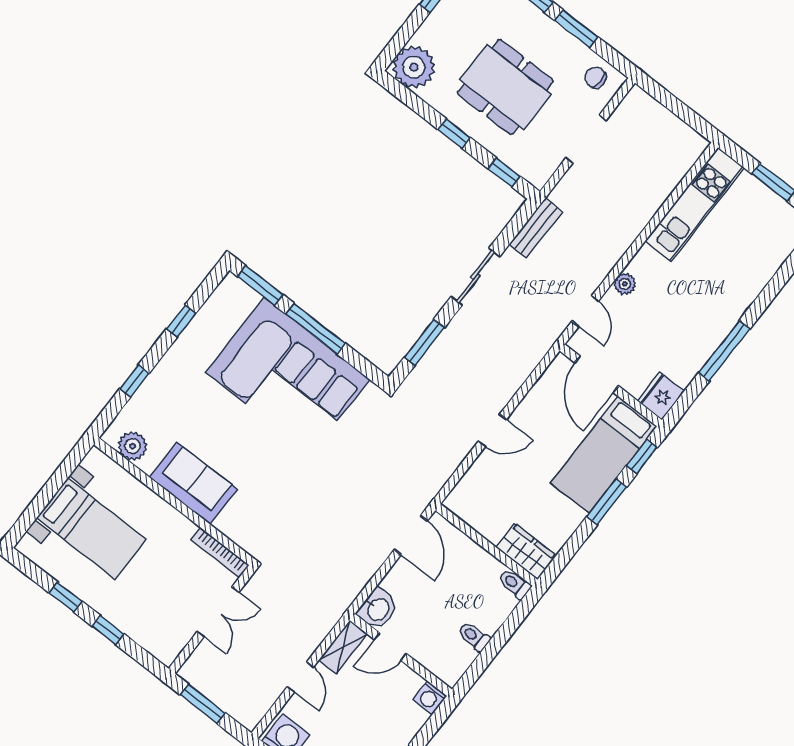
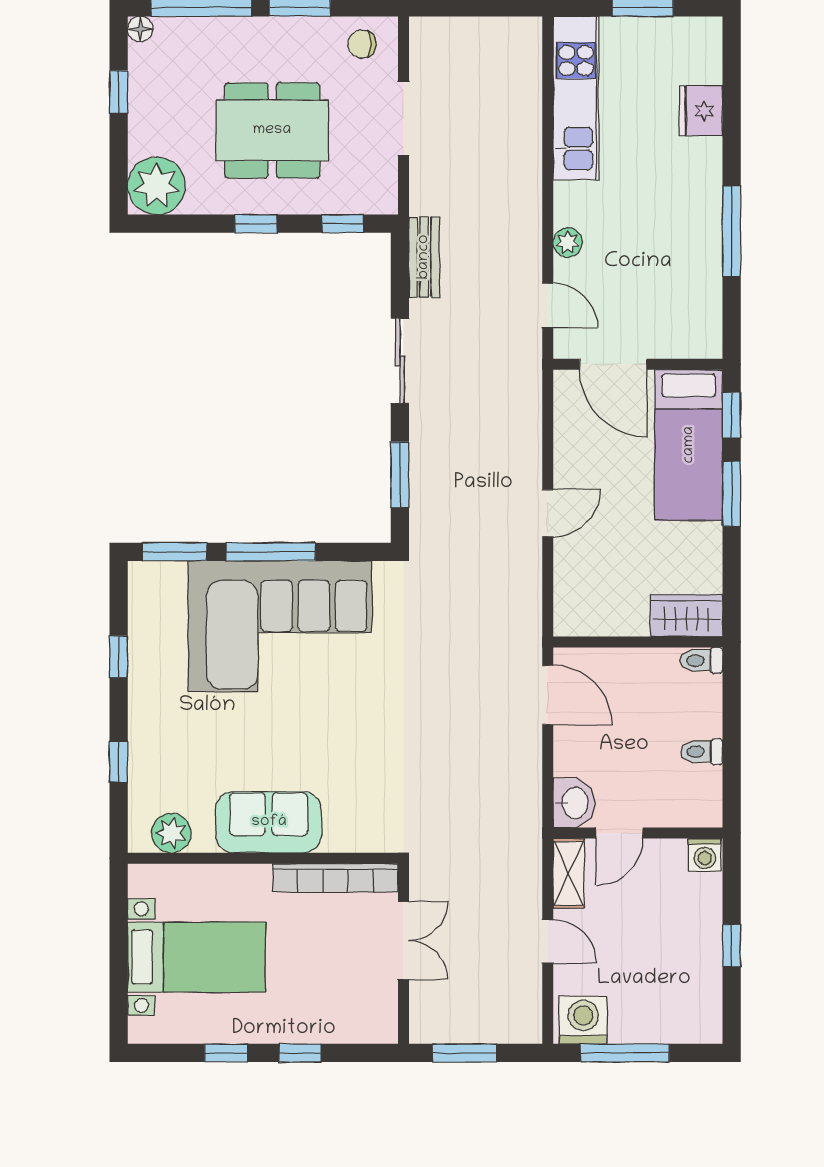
fridge: (661, 396) -> (701, 111), moved
bookcase: (220, 552) -> (335, 878), width x1.48, depth x1.31

